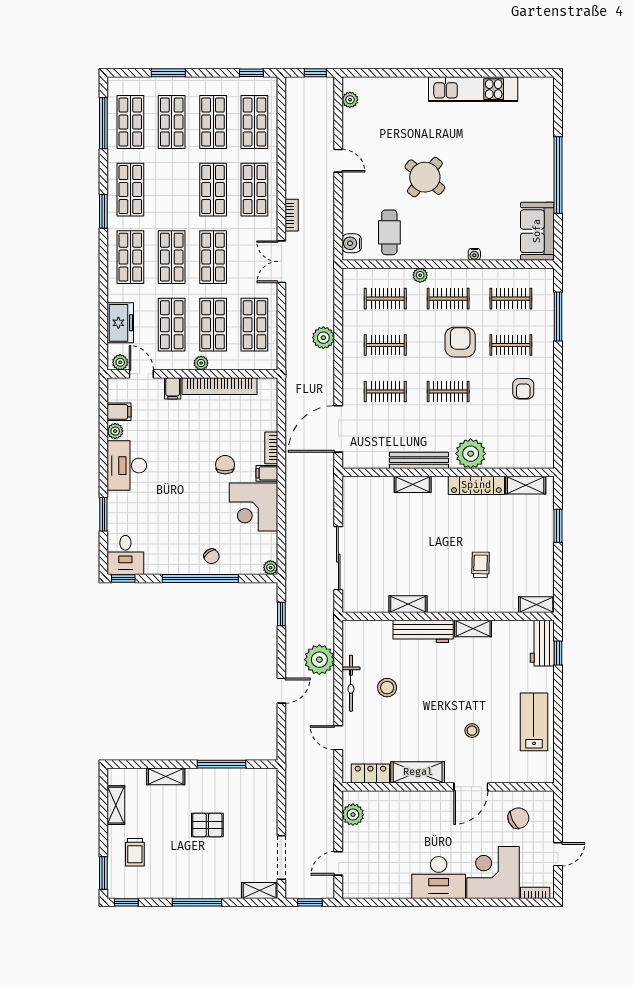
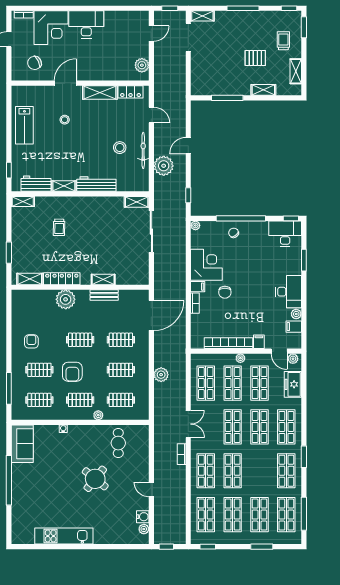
water cooler: (352, 243) -> (143, 517), moved
bench: (419, 460) -> (104, 295), width x0.73
desk: (125, 555) -> (285, 234), width x1.37
shelving: (408, 604) -> (137, 202), moved
workbench: (542, 643) -> (36, 184), moved, turned -90
pallet: (207, 825) -> (255, 58), moved

